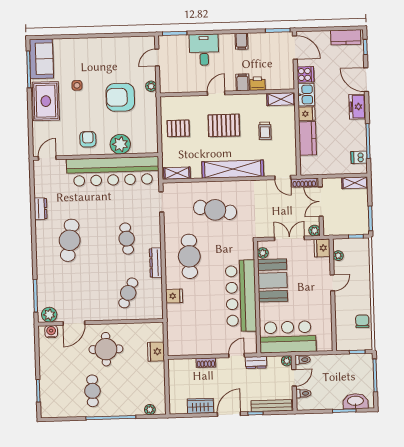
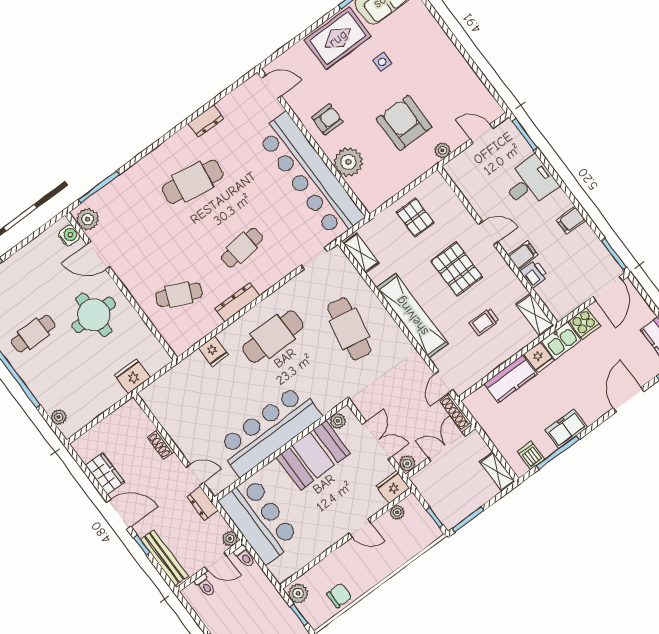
freezer: (357, 107) -> (566, 429), moved
plant: (345, 344) -> (298, 593), added

